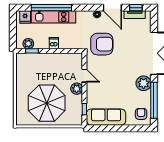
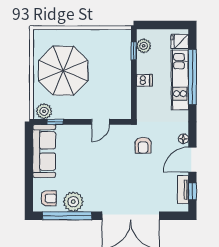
armchair: (102, 44) -> (143, 145), width x0.53, depth x0.53
plant: (144, 83) -> (73, 202), moved
plant: (77, 89) -> (44, 111), moved

